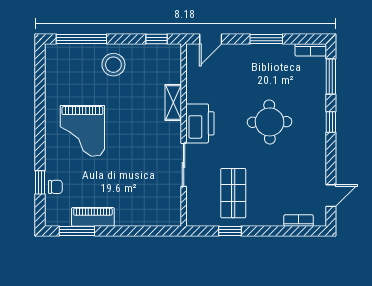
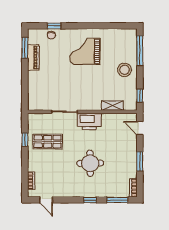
shelving: (173, 103) -> (112, 106), moved

